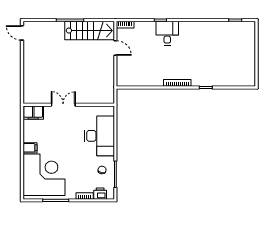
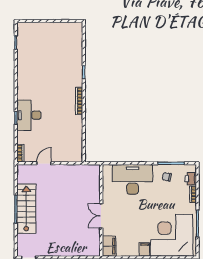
stairs: (90, 31) -> (26, 209), moved
desk: (167, 33) -> (29, 115), width x1.37

